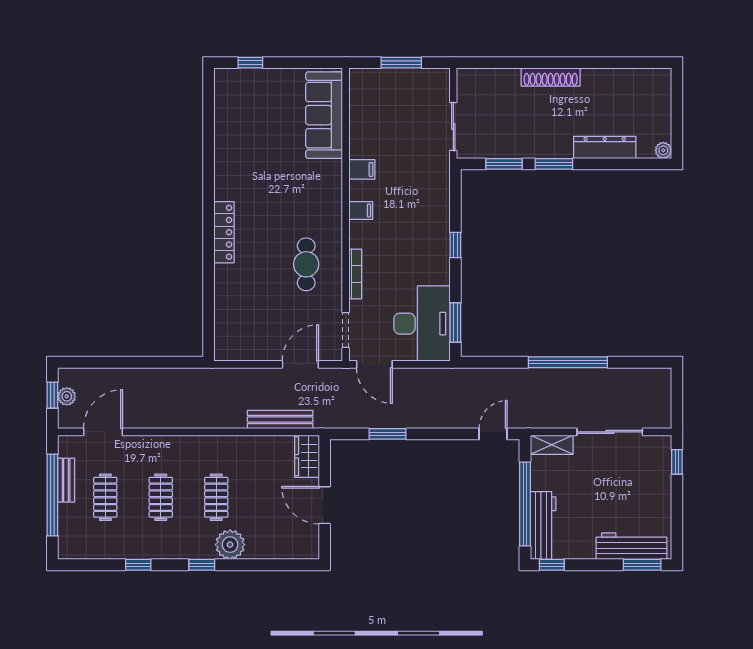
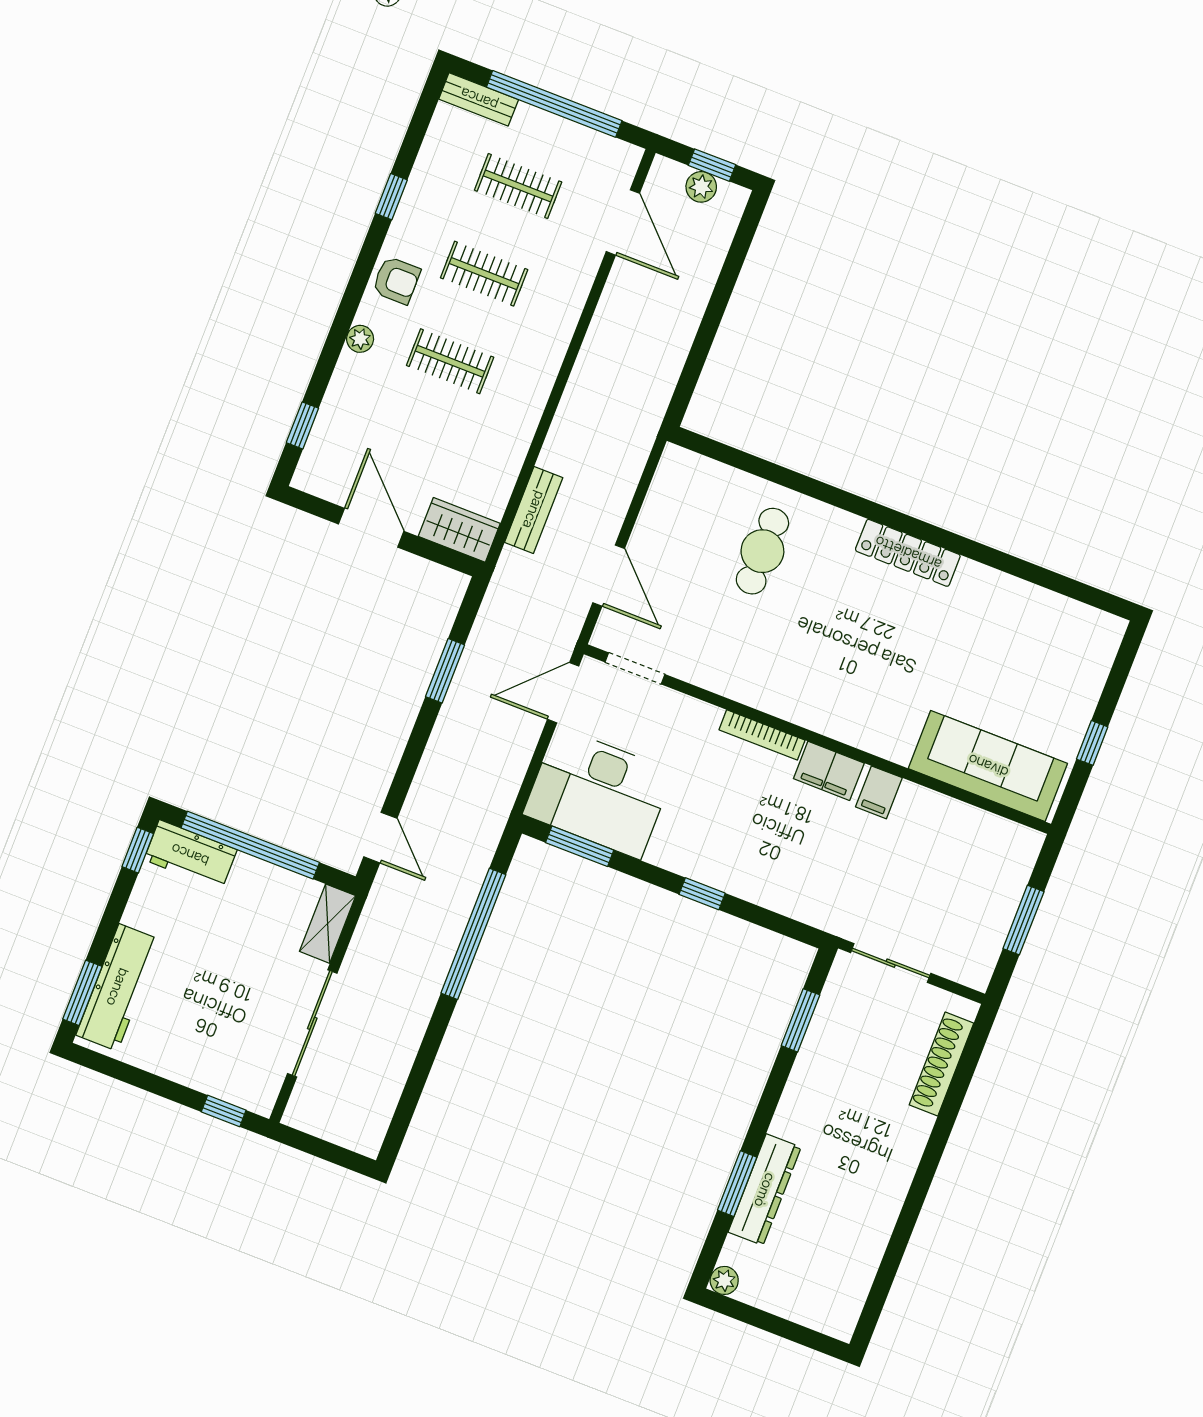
window: (250, 63) -> (1092, 743), moved
shoe rack: (551, 77) -> (942, 1064), moved
window: (554, 164) -> (737, 1184), moved
filing cabinet: (361, 210) -> (829, 771), width x2.00
locker: (224, 232) -> (908, 553), moved
cafe table: (306, 264) -> (762, 551), moved, turned 90
bookcase: (355, 274) -> (762, 735), moved
window: (568, 362) -> (473, 934), moved
bench: (280, 420) -> (534, 510), width x0.73
bench: (66, 480) -> (479, 99), moved
door: (325, 505) -> (371, 528), hinge flipped
workbench: (543, 525) -> (190, 855), width x0.73
armchair: (183, 544) -> (396, 280), added
plant: (230, 545) -> (360, 339), width x0.53, depth x0.53
window: (202, 565) -> (302, 425), moved

